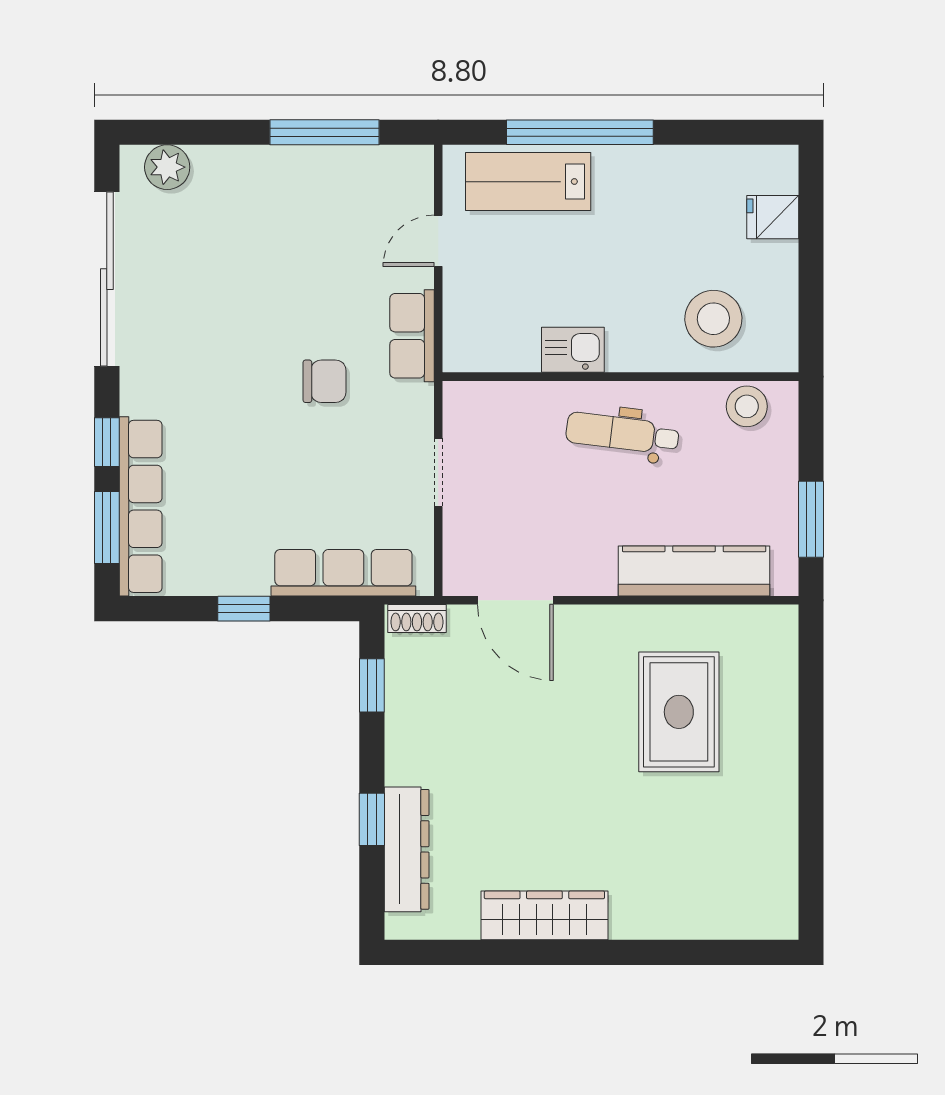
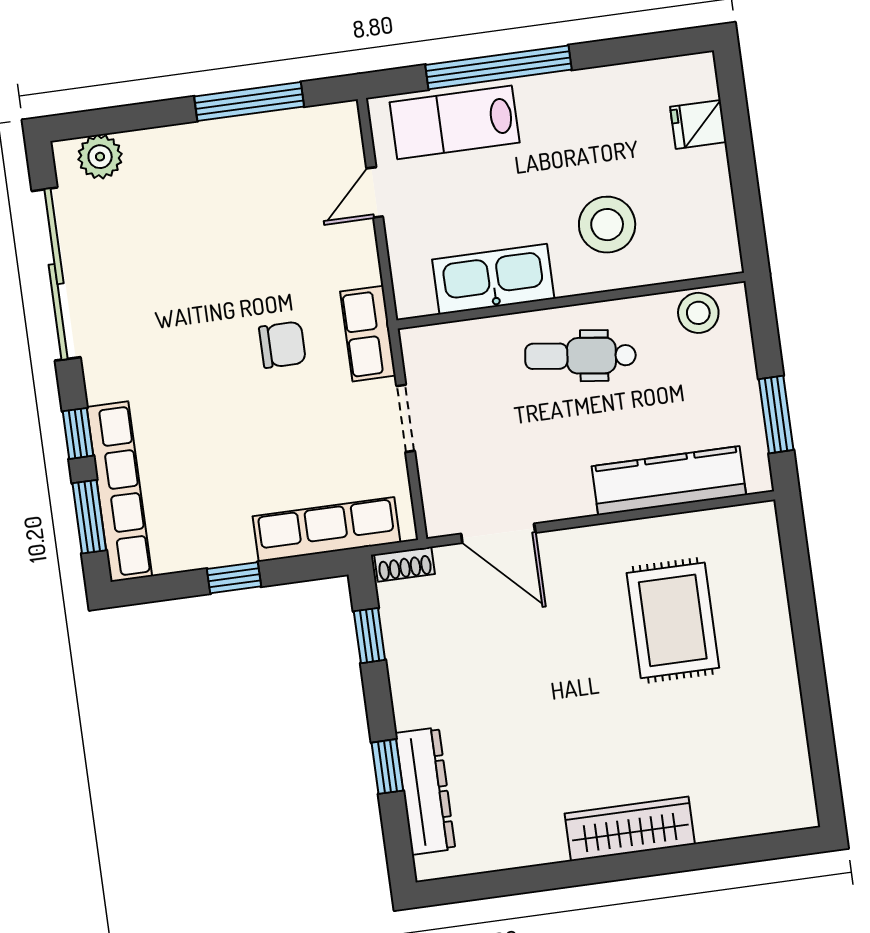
stool: (713, 319) -> (607, 225), moved
row of seats: (412, 336) -> (368, 334), moved
kitchen sink: (573, 350) -> (493, 279), width x1.87, depth x1.24
wardrobe: (544, 915) -> (630, 829), moved

